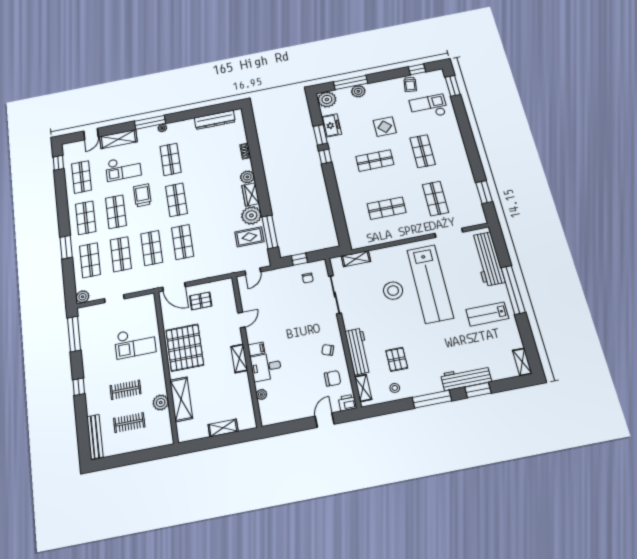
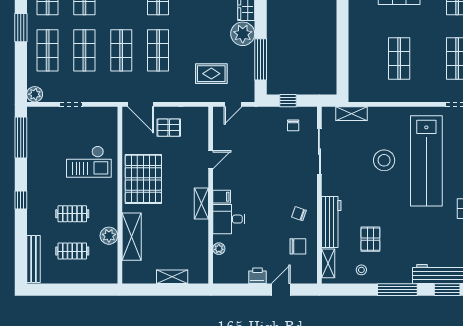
shop shelf: (387, 208) -> (399, 59), turned 90
rug: (249, 237) -> (211, 74), moved
printer: (347, 403) -> (257, 276), moved

